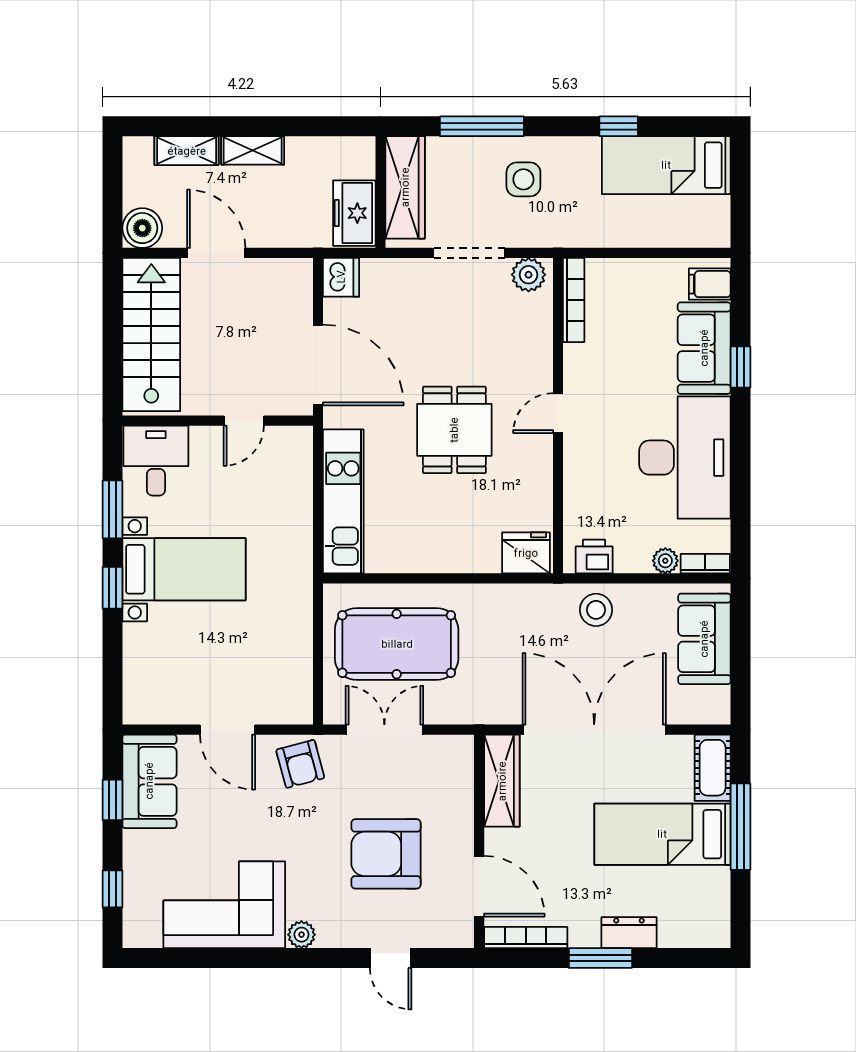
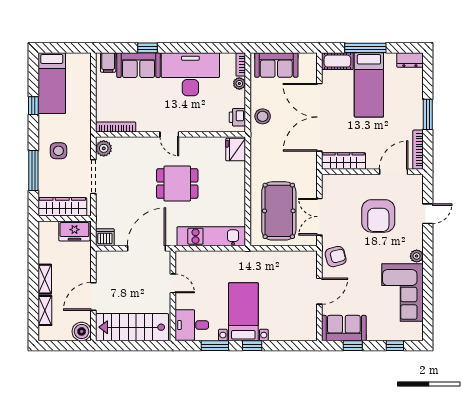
dresser: (629, 933) -> (410, 60), moved, turned -90

